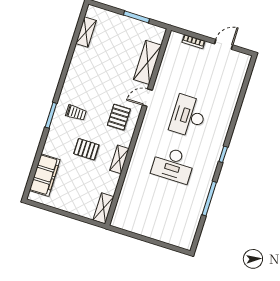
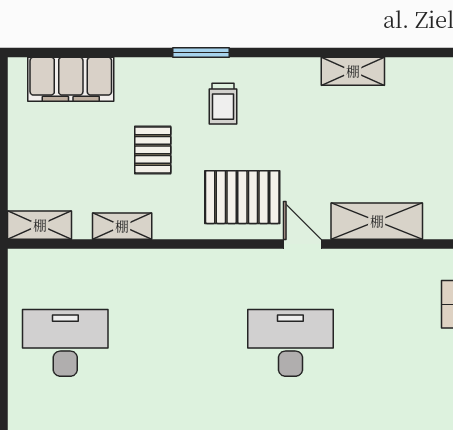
shelving: (86, 32) -> (353, 71), moved
pallet: (119, 117) -> (242, 197), width x1.50, depth x1.42
shelving: (119, 159) -> (122, 226), moved
desk: (173, 165) -> (65, 343), moved, turned 90

